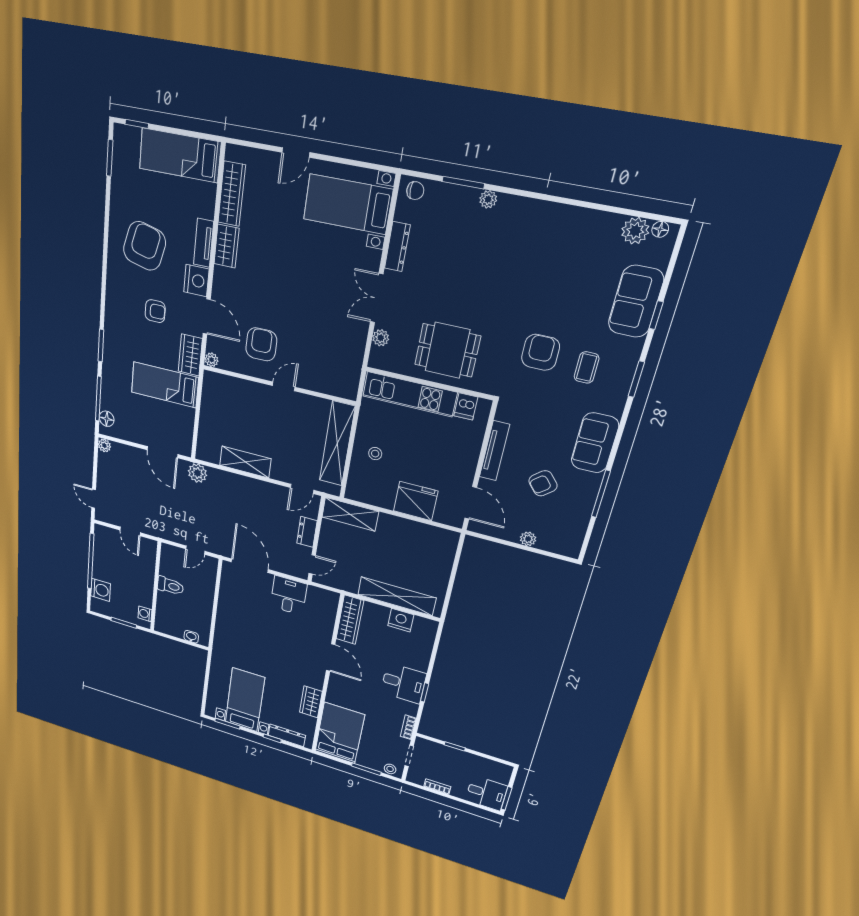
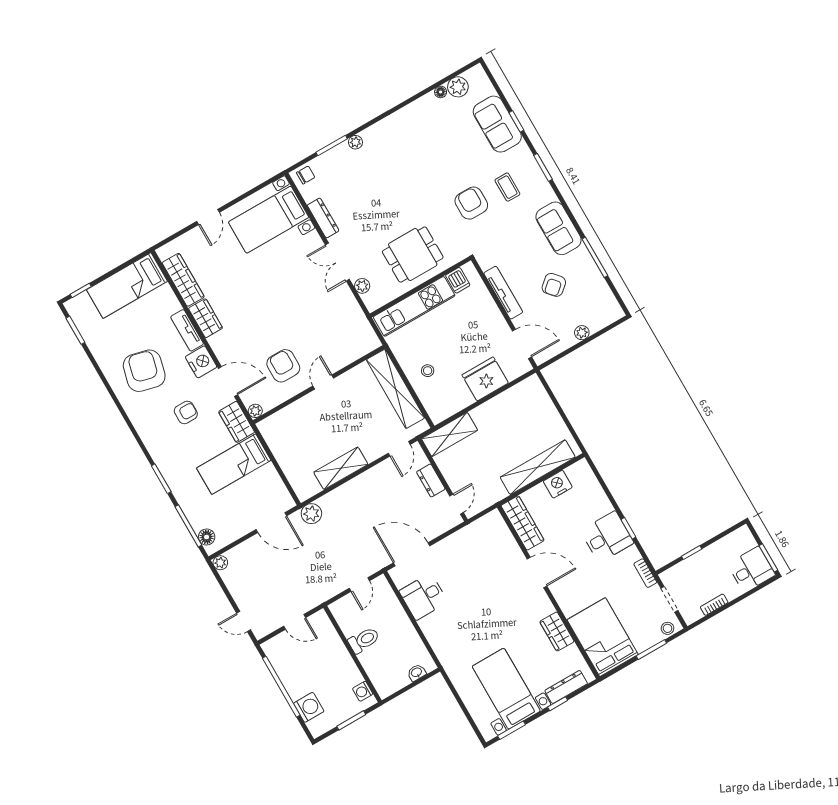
floor lamp: (660, 229) -> (441, 92), moved
desk: (289, 595) -> (423, 597), moved, turned -90

